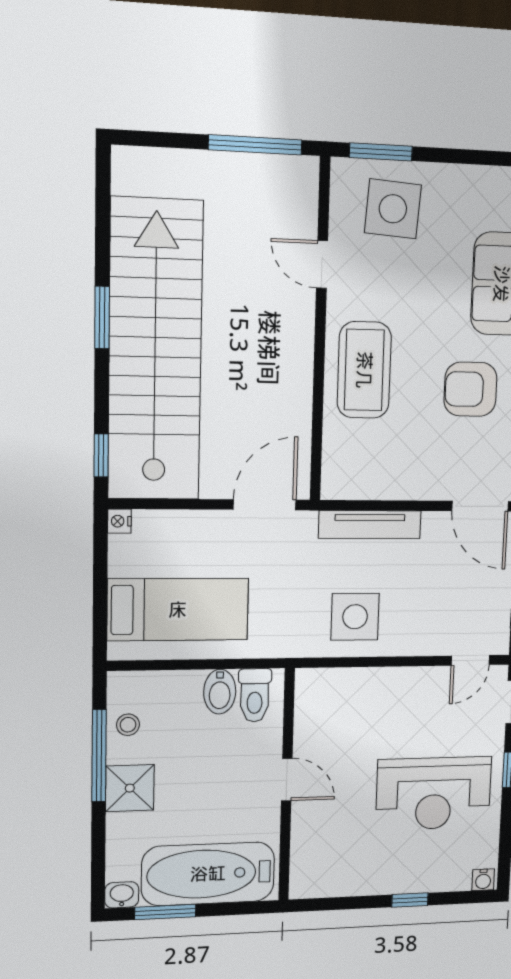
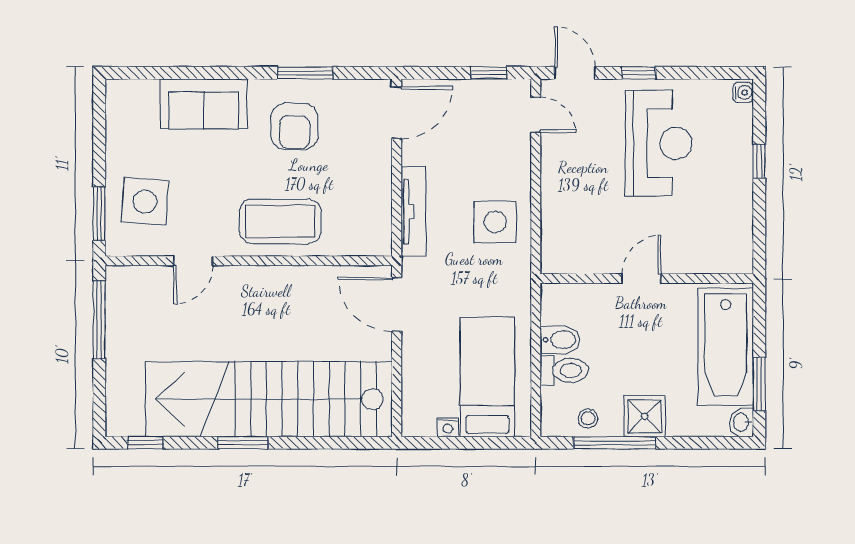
window: (101, 455) -> (145, 443), moved
nightstand: (119, 521) -> (448, 427), moved
toilet: (255, 695) -> (564, 370), moved

